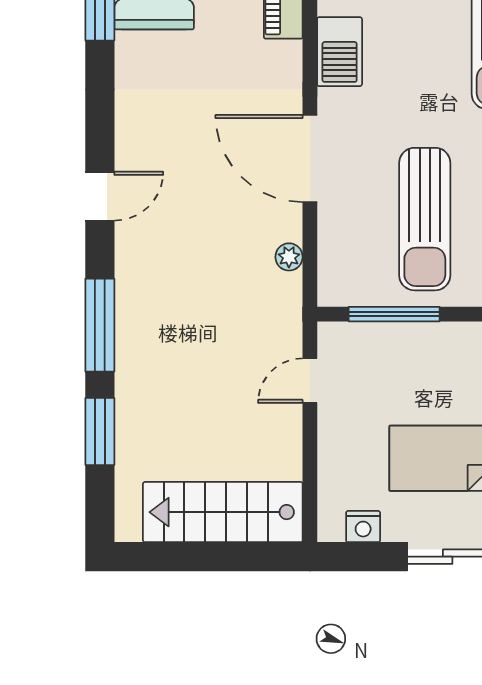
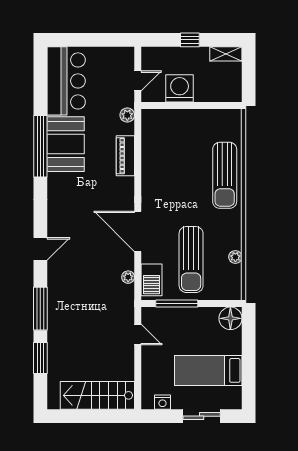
barbecue: (340, 52) -> (152, 280), moved
door: (310, 381) -> (138, 334), swing flipped

